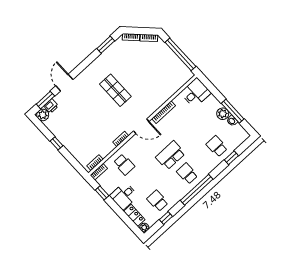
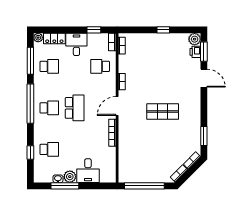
desk: (196, 93) -> (88, 171), moved
window: (166, 218) -> (30, 61), width x2.17

